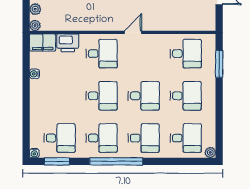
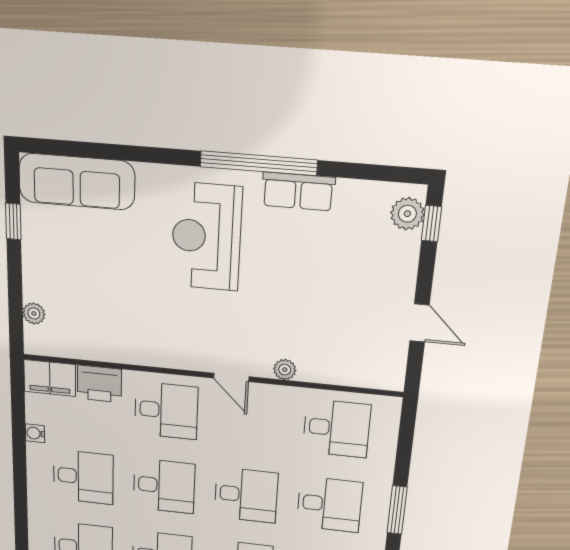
plant: (35, 26) -> (285, 370), moved
door: (133, 32) -> (231, 377), swing flipped
window: (219, 64) -> (397, 510), moved
desk: (60, 96) -> (83, 477), added

